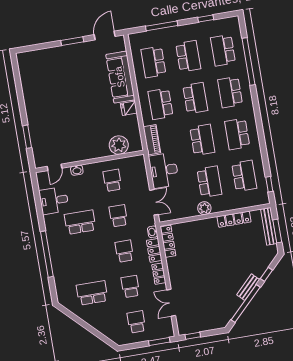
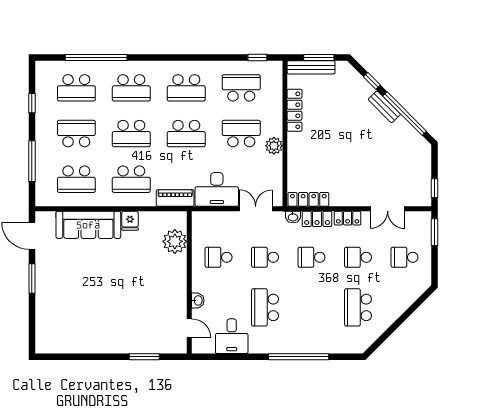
school desk: (195, 98) -> (131, 134), turned 180
school desk: (202, 140) -> (186, 134), turned 180

